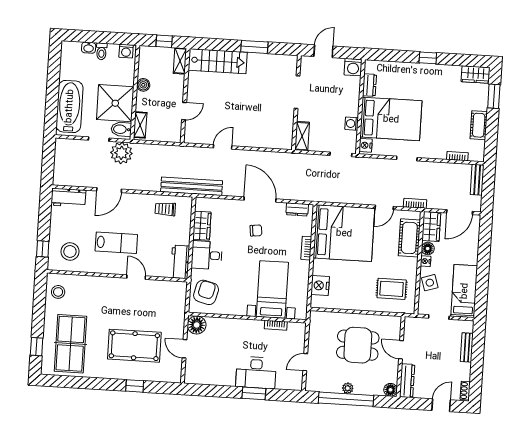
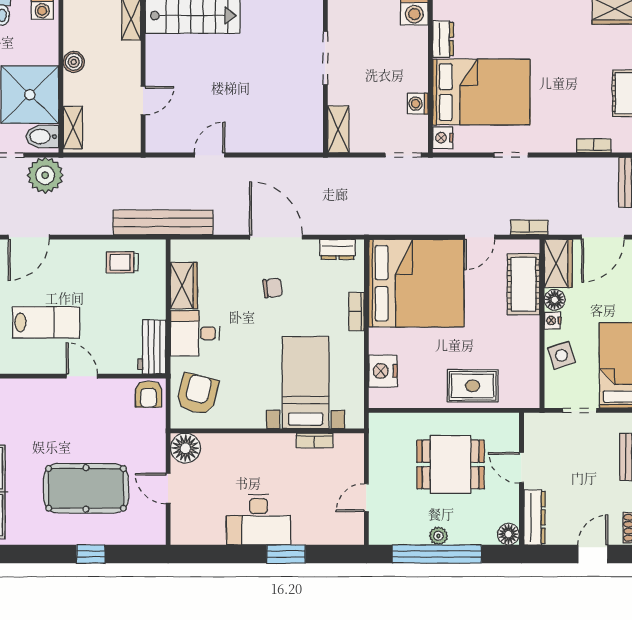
rug: (392, 289) -> (473, 386), moved
armchair: (176, 291) -> (148, 394), added
desk: (256, 373) -> (258, 520), moved

